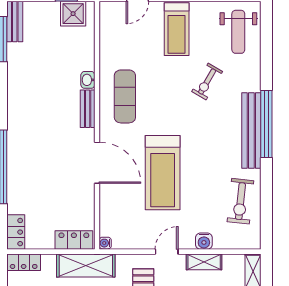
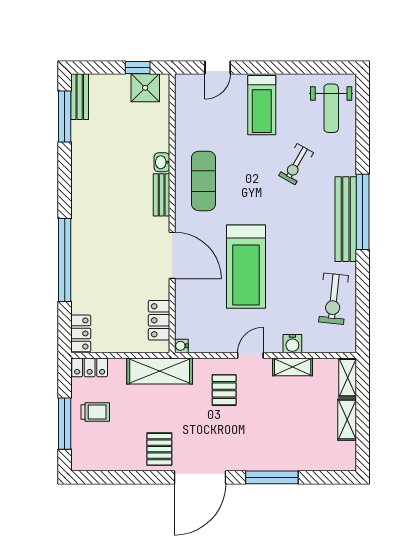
locker: (74, 240) -> (159, 320), moved, turned -90

